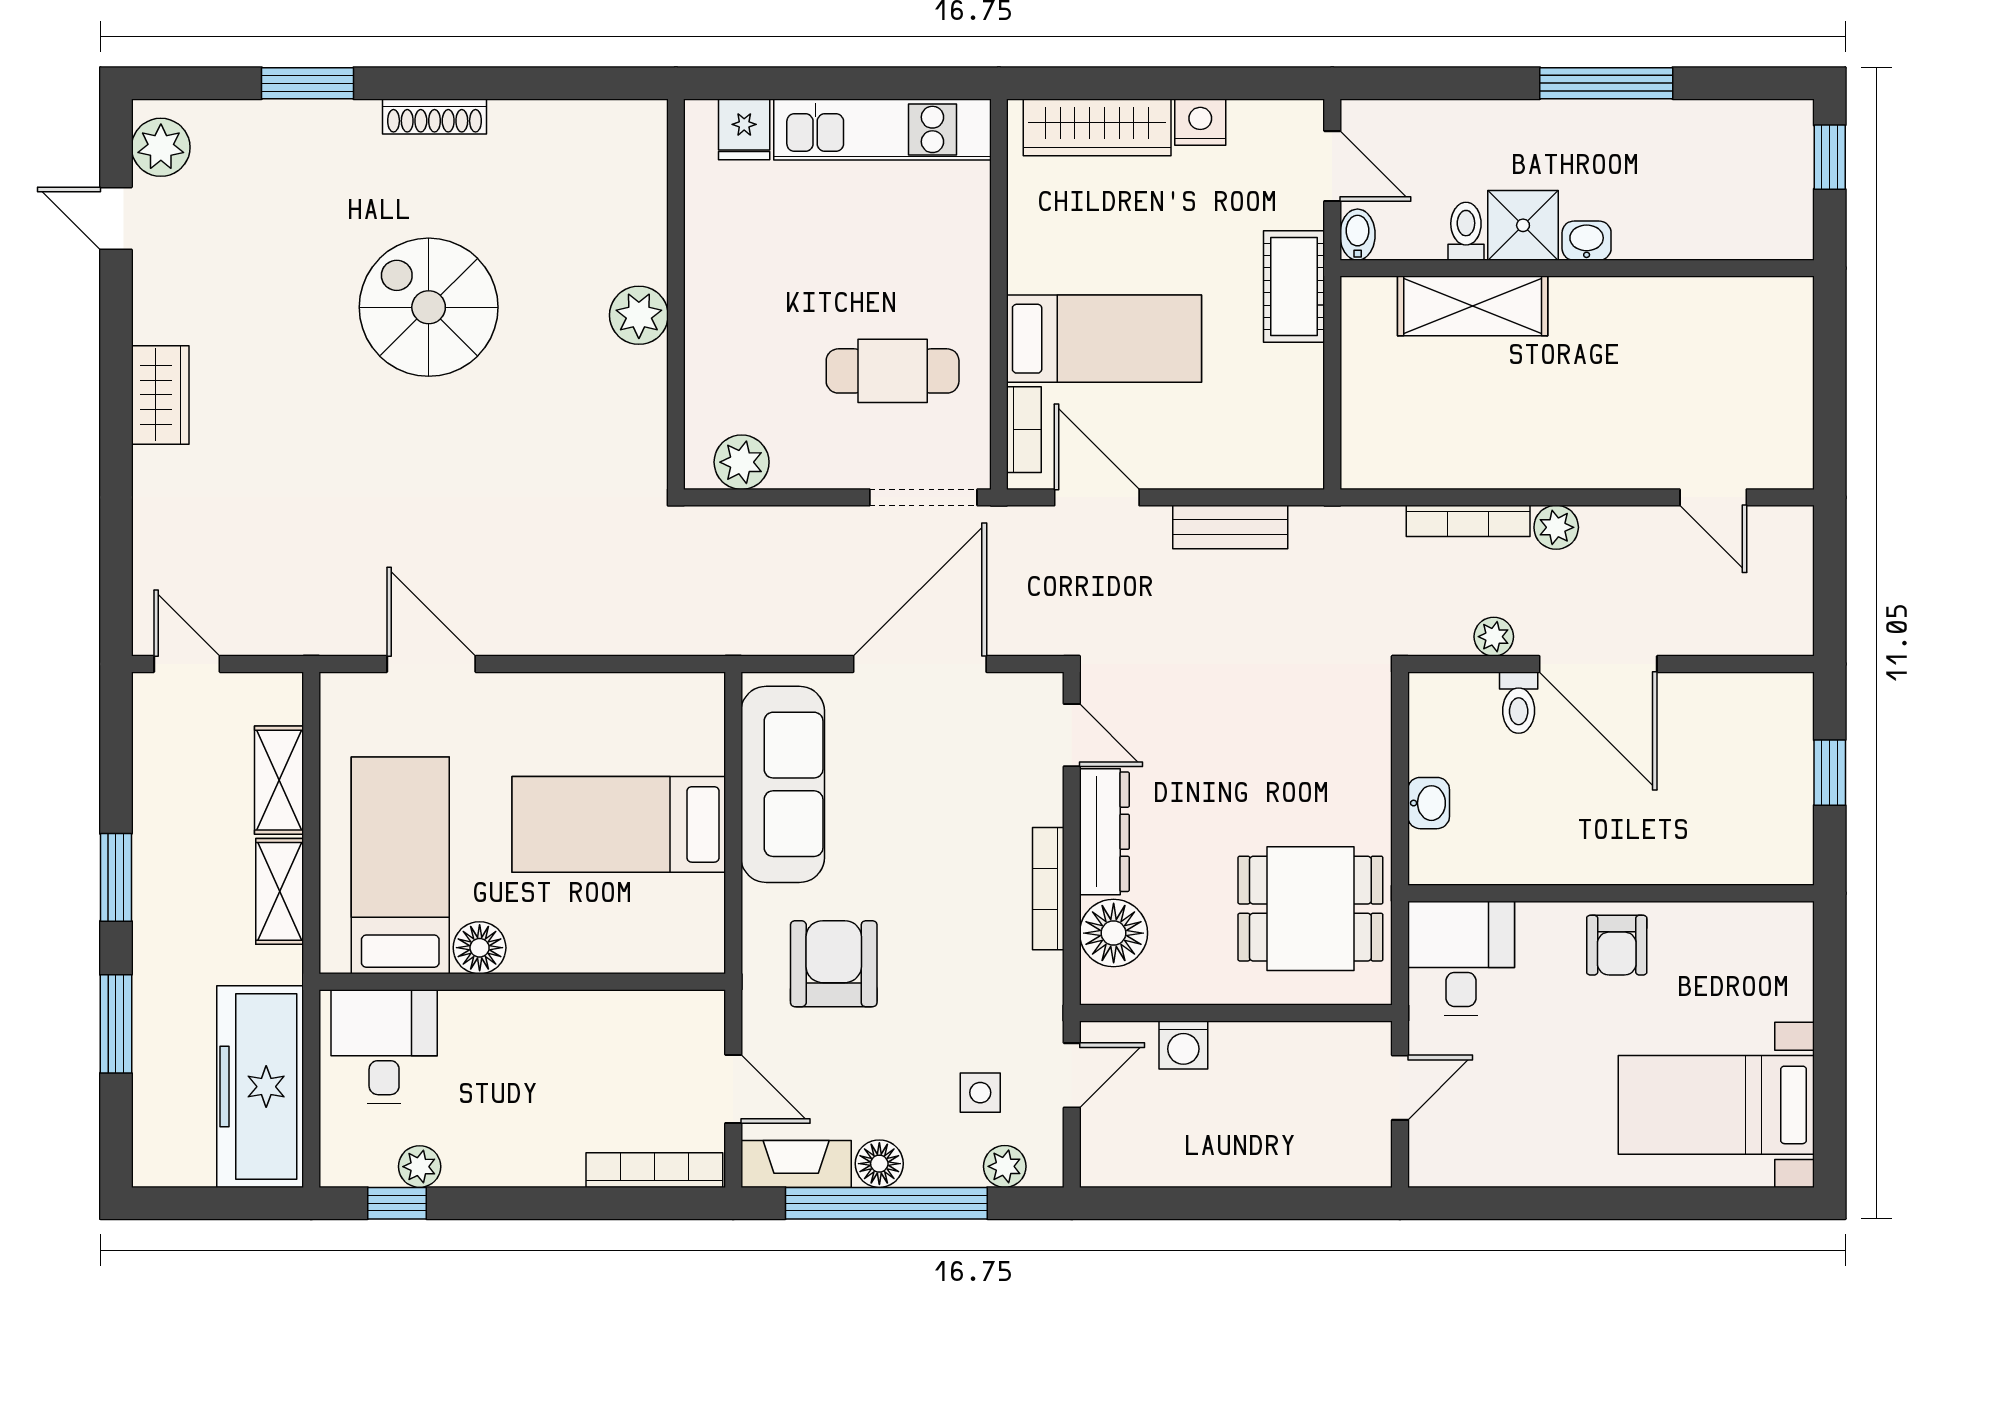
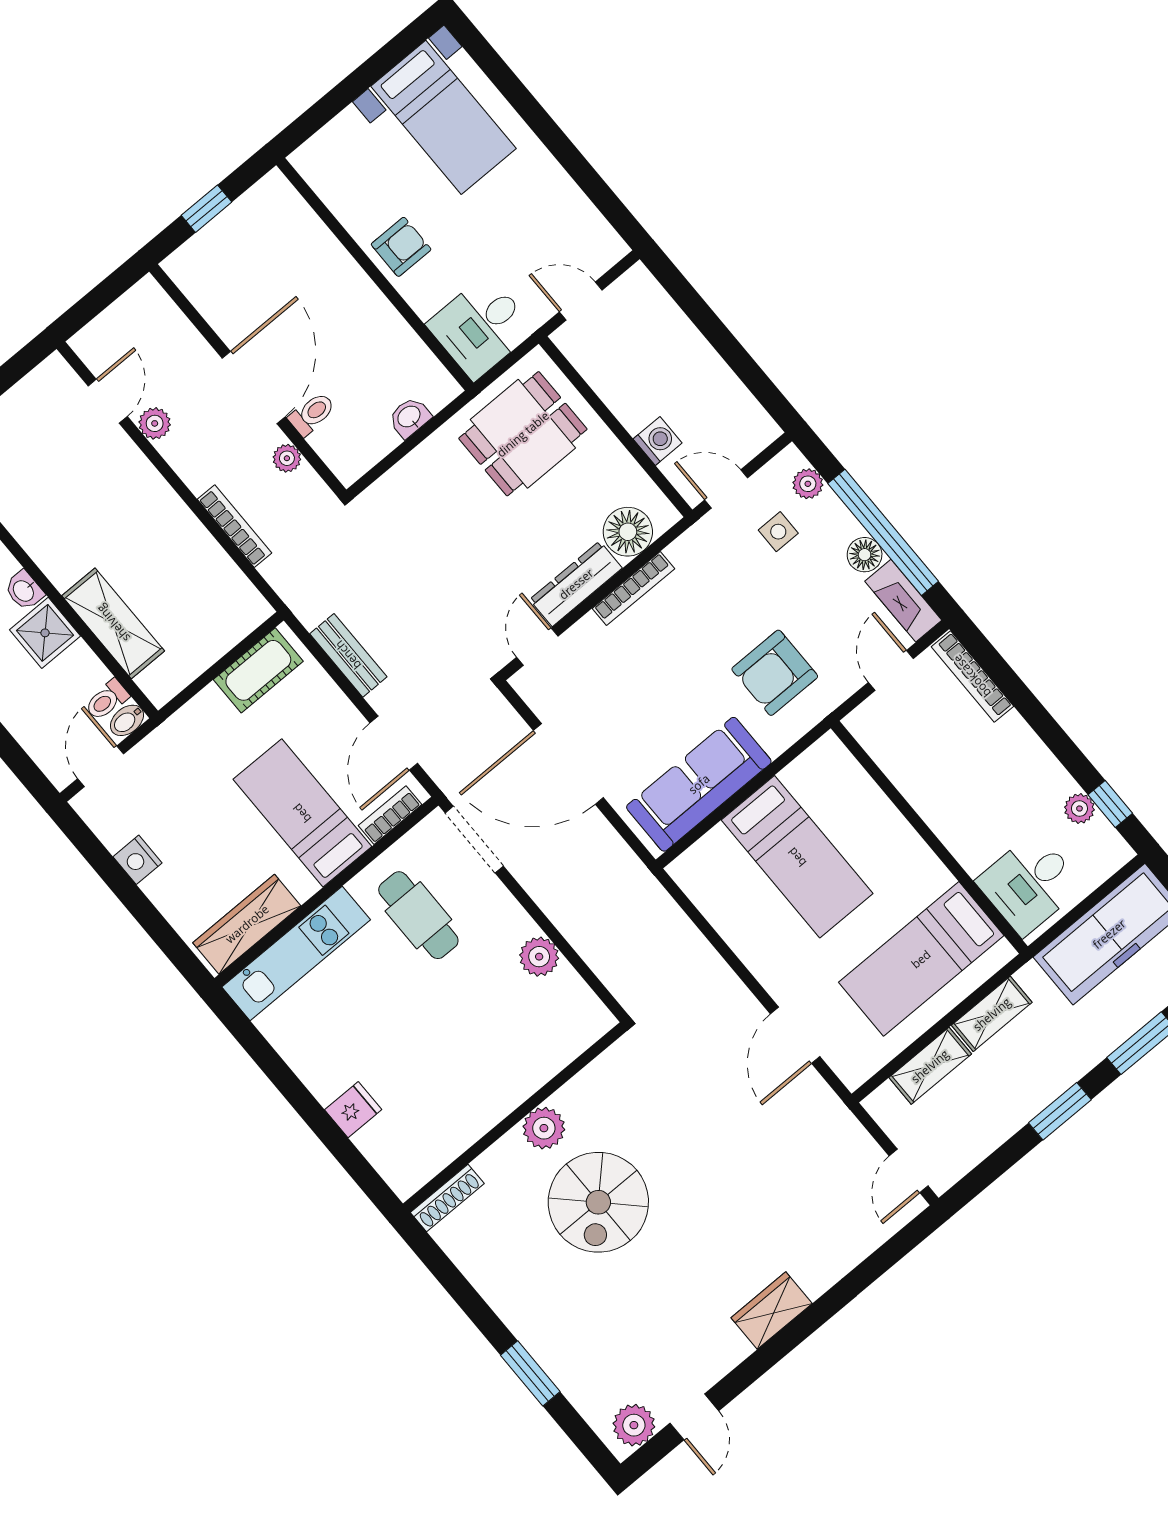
shoe rack: (435, 117) -> (447, 1198), moved, turned 90
wardrobe: (1097, 127) -> (247, 924), moved, turned -90
kitchen unit: (882, 129) -> (296, 953), moved, turned 90
toilet: (1466, 231) -> (107, 700), moved
cot: (1294, 287) -> (258, 670), moved
wall: (676, 294) -> (515, 1117), moved
plant: (639, 315) -> (544, 1128), moved
plant: (1556, 527) -> (155, 423), moved
dining table: (1310, 909) -> (523, 434), turned 90
floor lamp: (480, 948) -> (930, 877), removed

